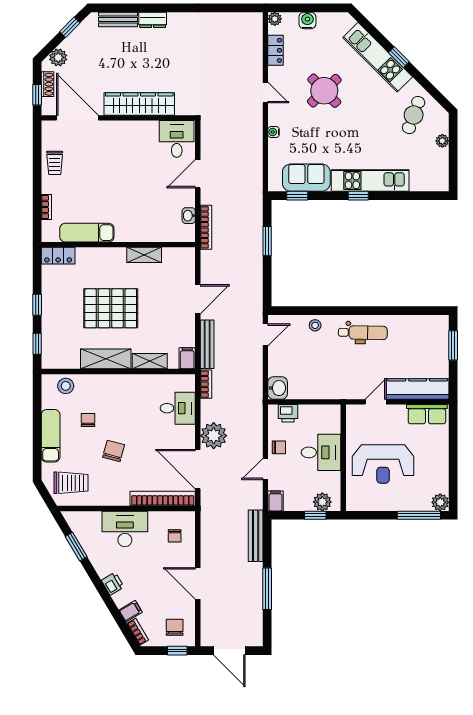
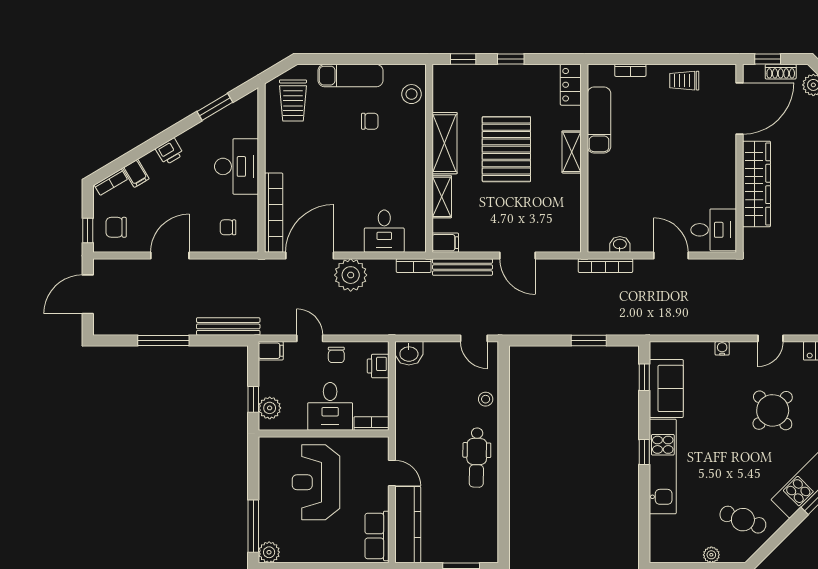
shelving: (144, 255) -> (572, 152), moved
bookcase: (335, 419) -> (371, 424), added
chair: (114, 451) -> (332, 153), removed
chair: (175, 627) -> (116, 227), turned 180

